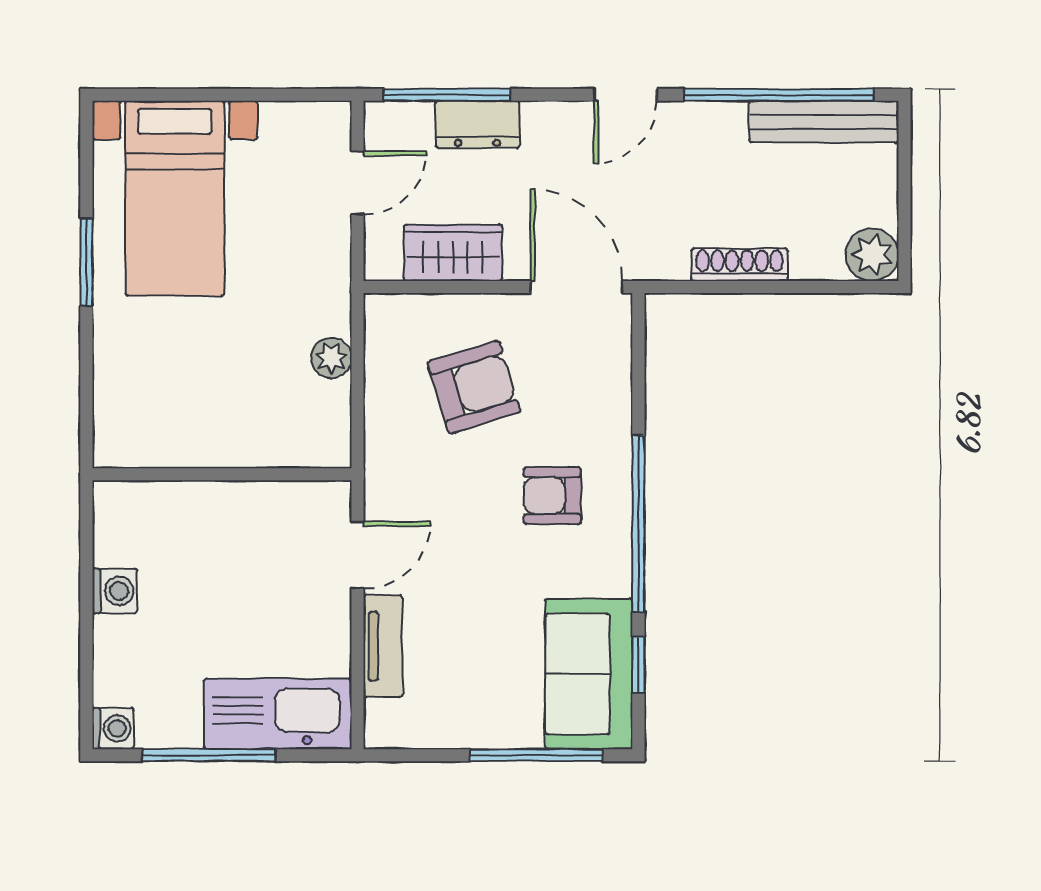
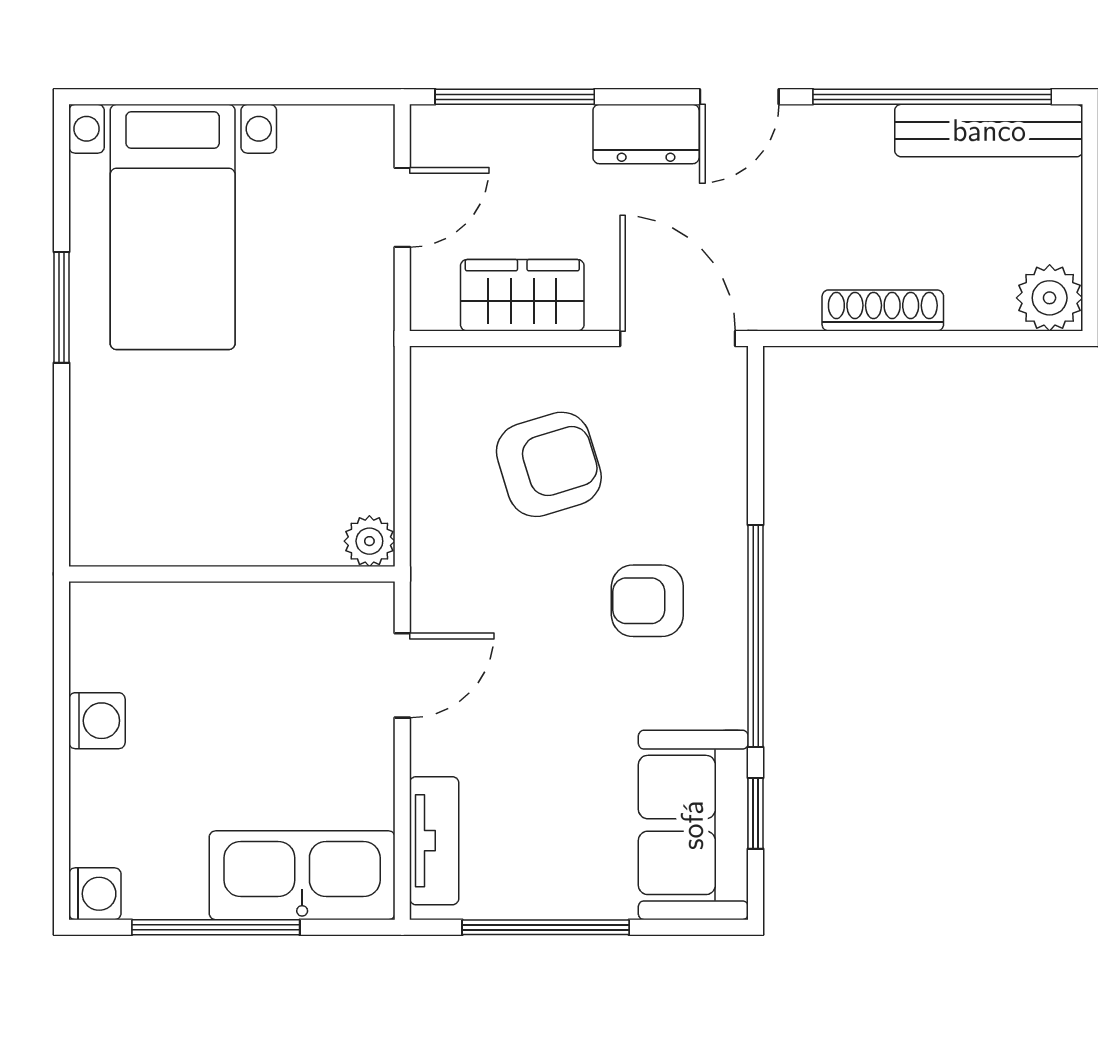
dresser: (477, 124) -> (646, 134), moved
plant: (331, 358) -> (369, 541), moved
tv unit: (383, 646) -> (434, 841), moved
window: (536, 755) -> (546, 927), moved

